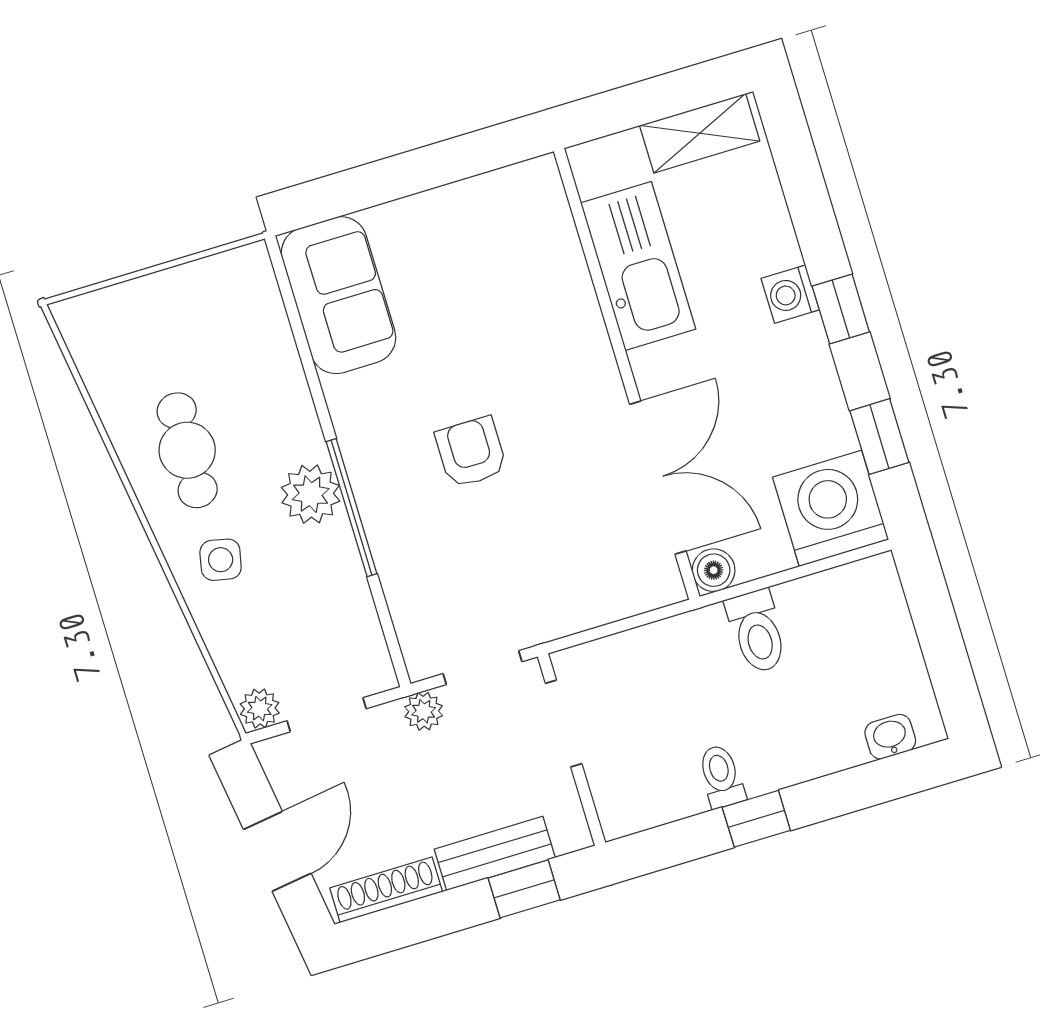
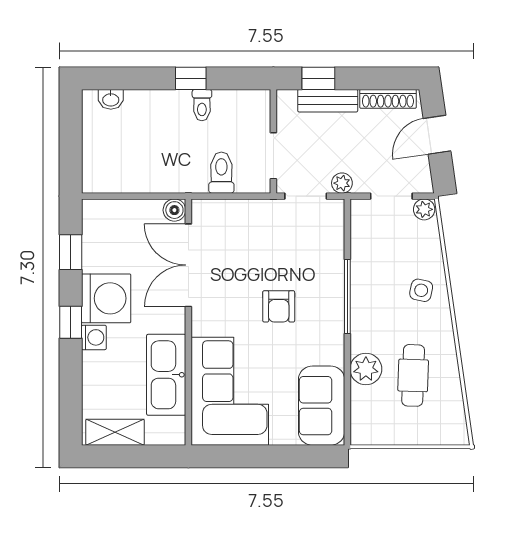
corner sofa: (513, 271) -> (230, 391), added
cafe table: (187, 450) -> (413, 375), moved
plant: (311, 494) -> (366, 369), moved
washing machine: (830, 508) -> (106, 298), moved, turned -90
toilet: (757, 631) -> (221, 173), moved

